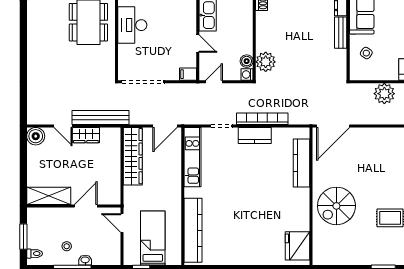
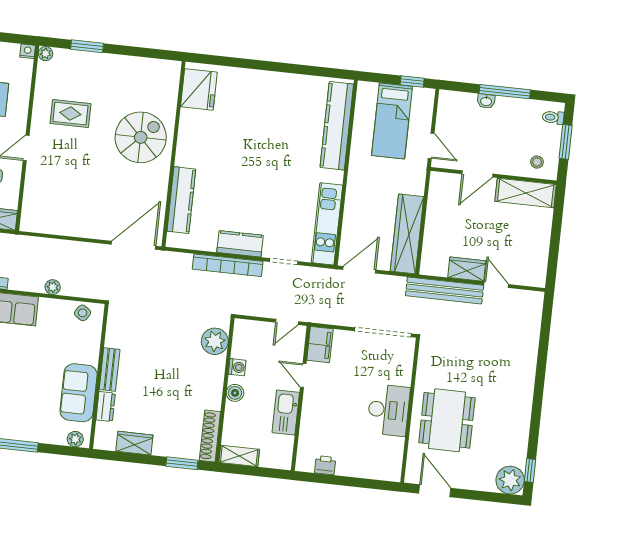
side table: (366, 53) -> (83, 313), moved
boiler: (247, 61) -> (235, 393), moved
filing cabinet: (188, 74) -> (320, 345), width x2.00
washing machine: (247, 74) -> (237, 367), moved
plant: (384, 94) -> (53, 287), width x0.53, depth x0.53
boiler: (36, 136) -> (534, 275), removed
stool: (67, 246) -> (537, 162), moved

